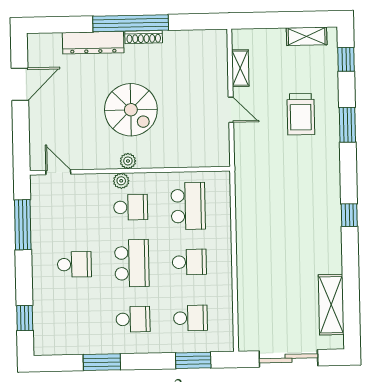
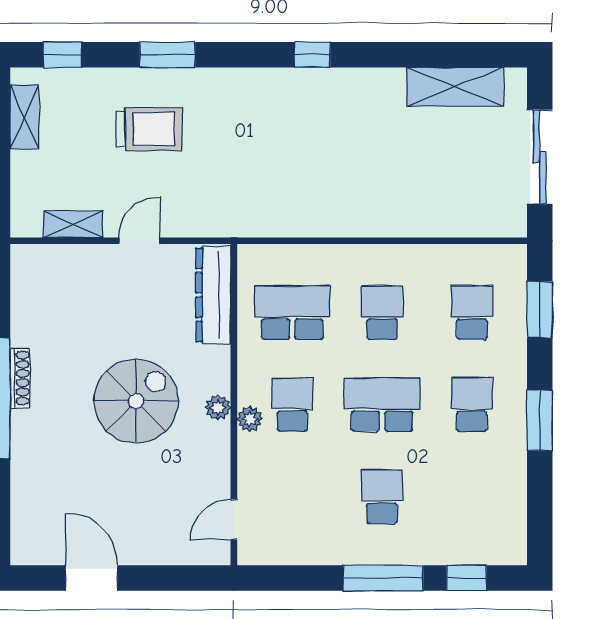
dresser: (93, 43) -> (213, 295), moved, turned 180
window: (23, 225) -> (383, 578), moved
window: (102, 362) -> (540, 421), moved

